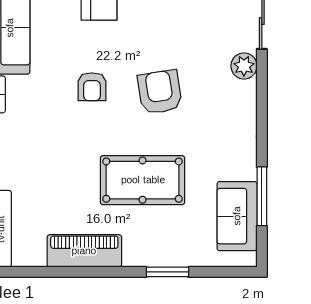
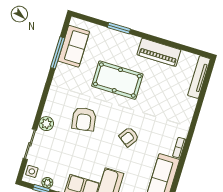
armchair: (92, 87) -> (129, 137), turned -145
armchair: (160, 92) -> (84, 119), moved

